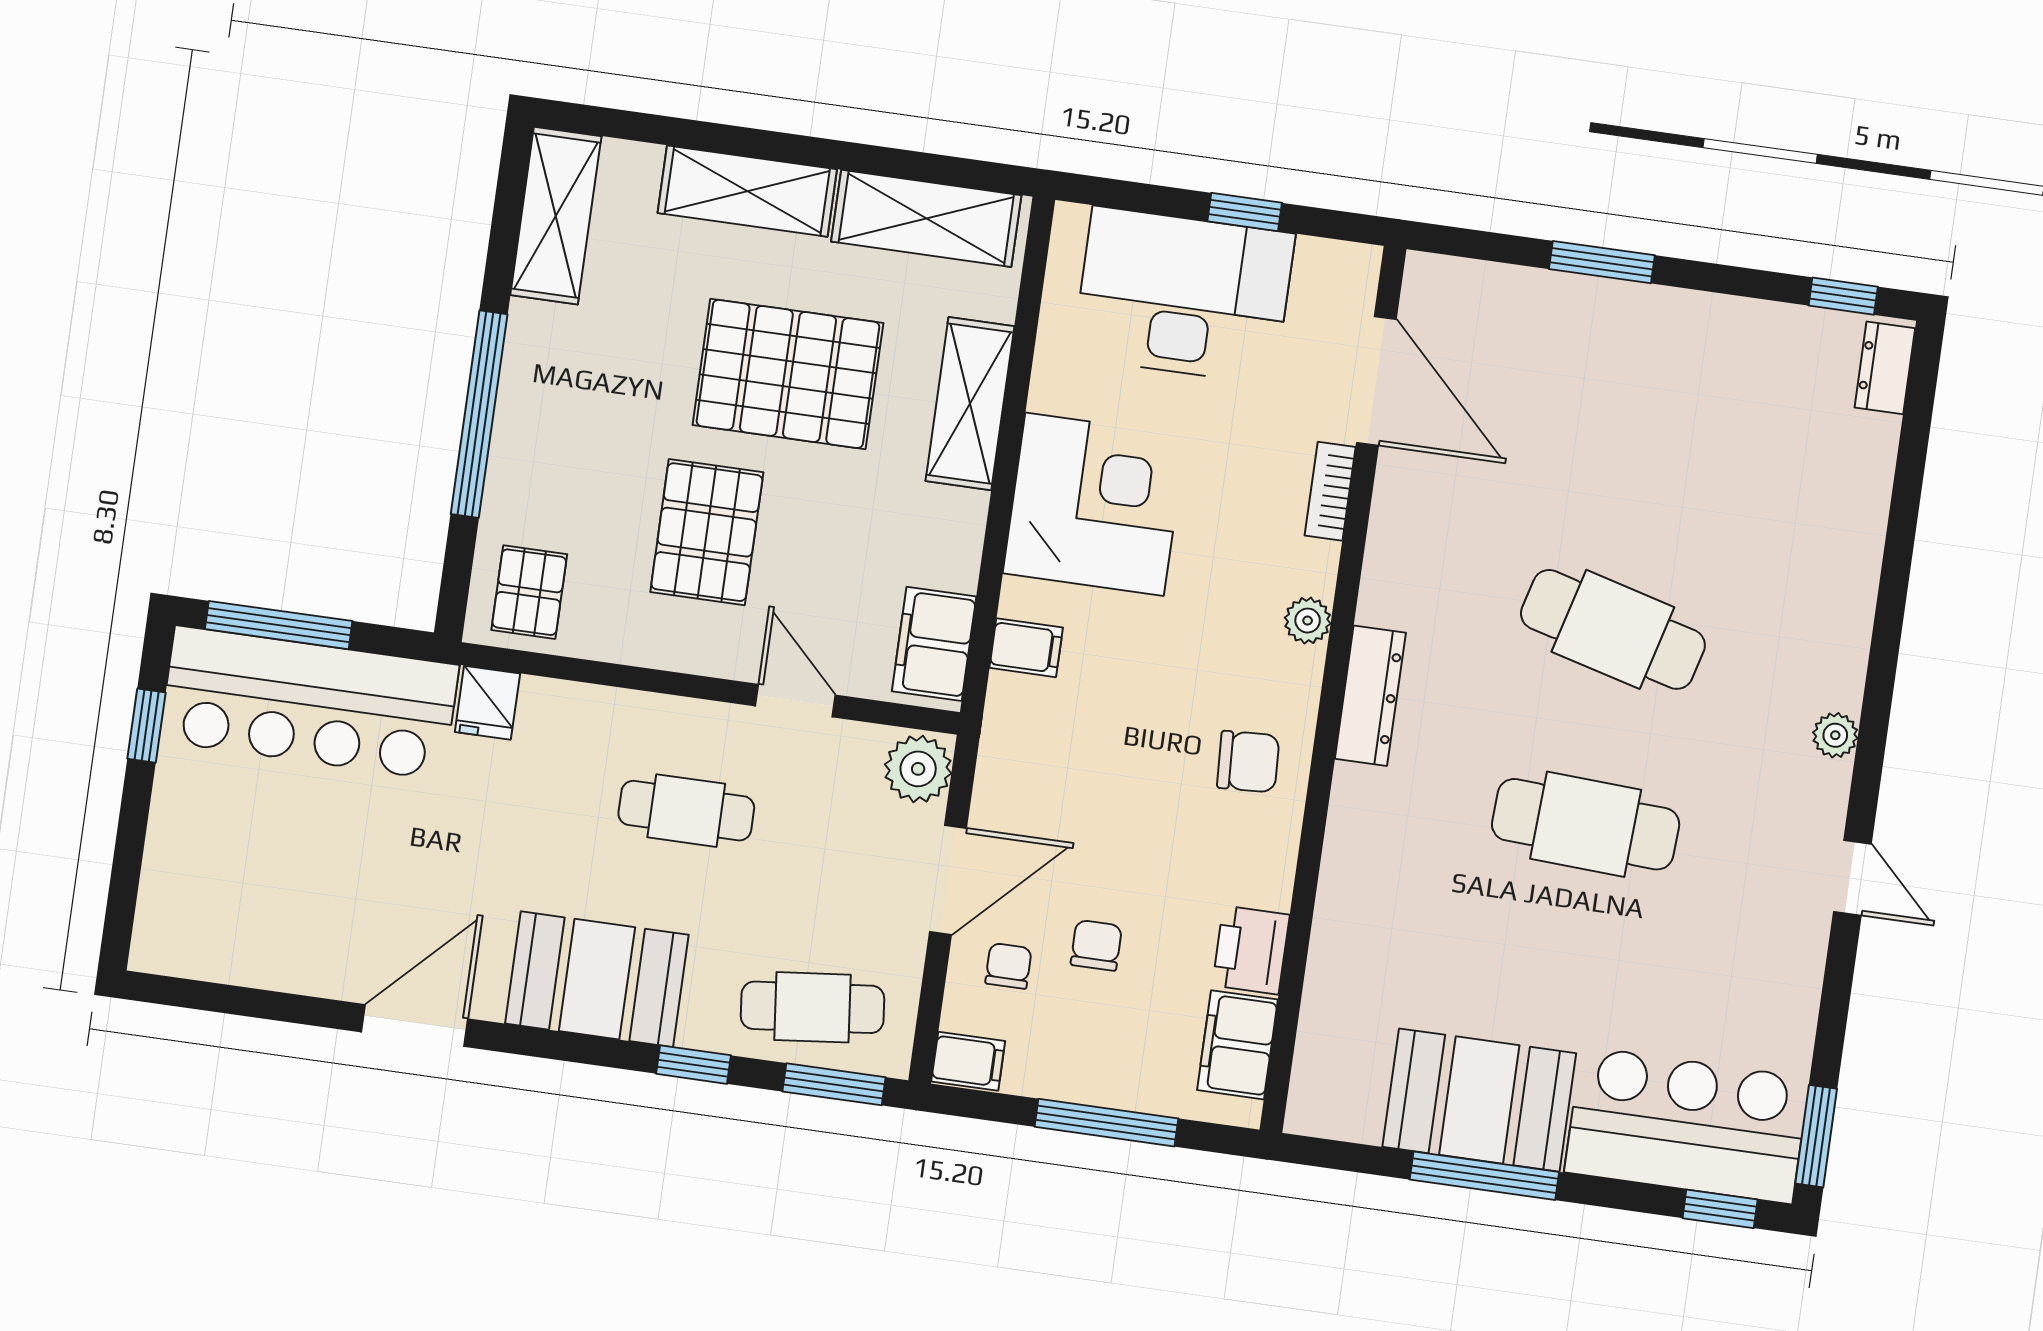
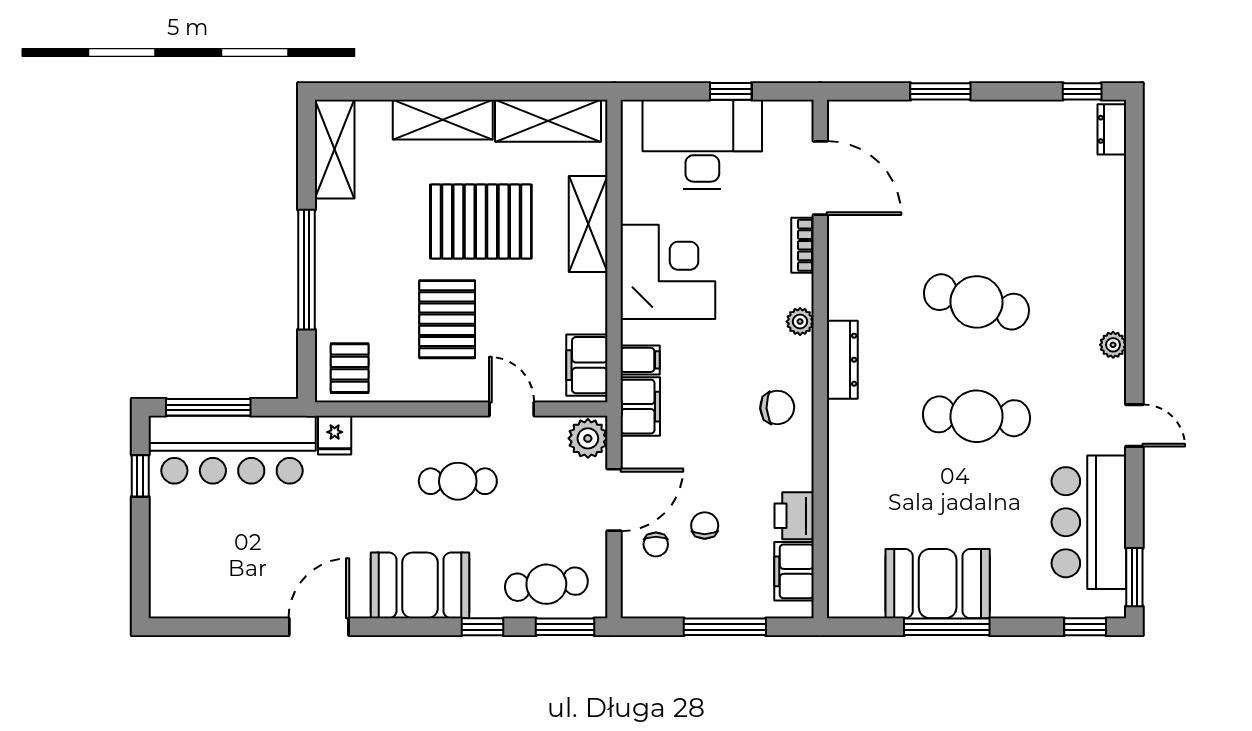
chair: (1008, 966) -> (656, 544), turned 180
filing cabinet: (968, 1061) -> (640, 407), moved, width x2.00
bar counter: (1687, 1125) -> (1089, 522), moved, turned -90

